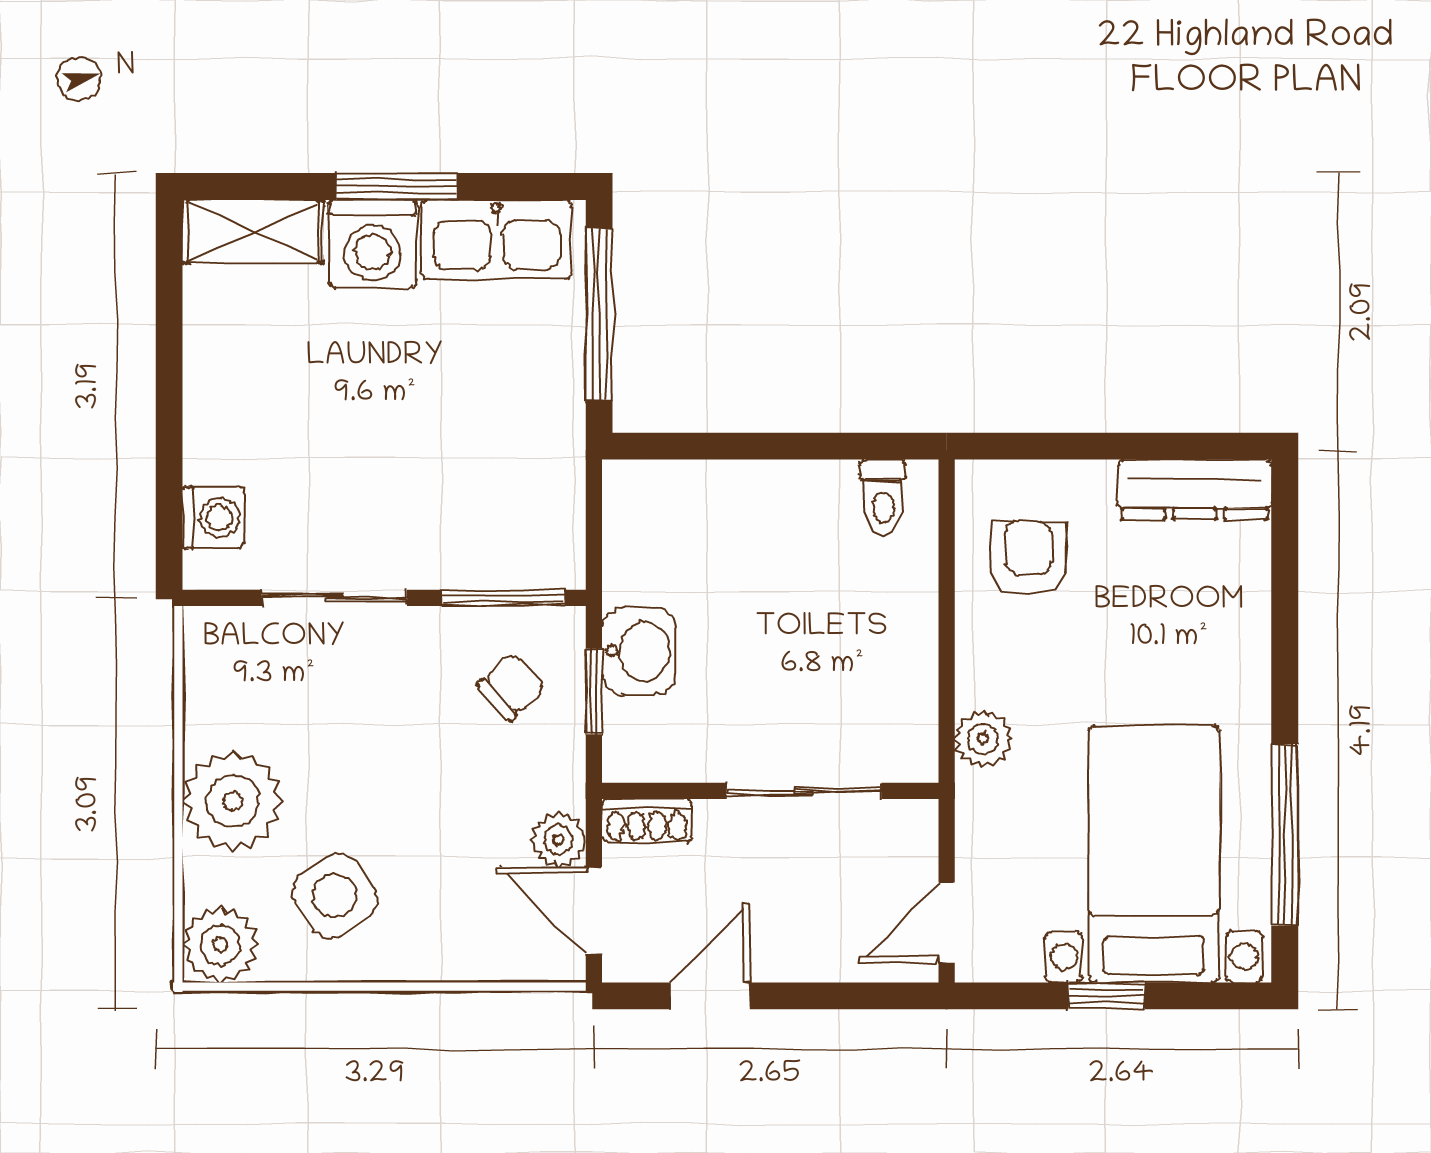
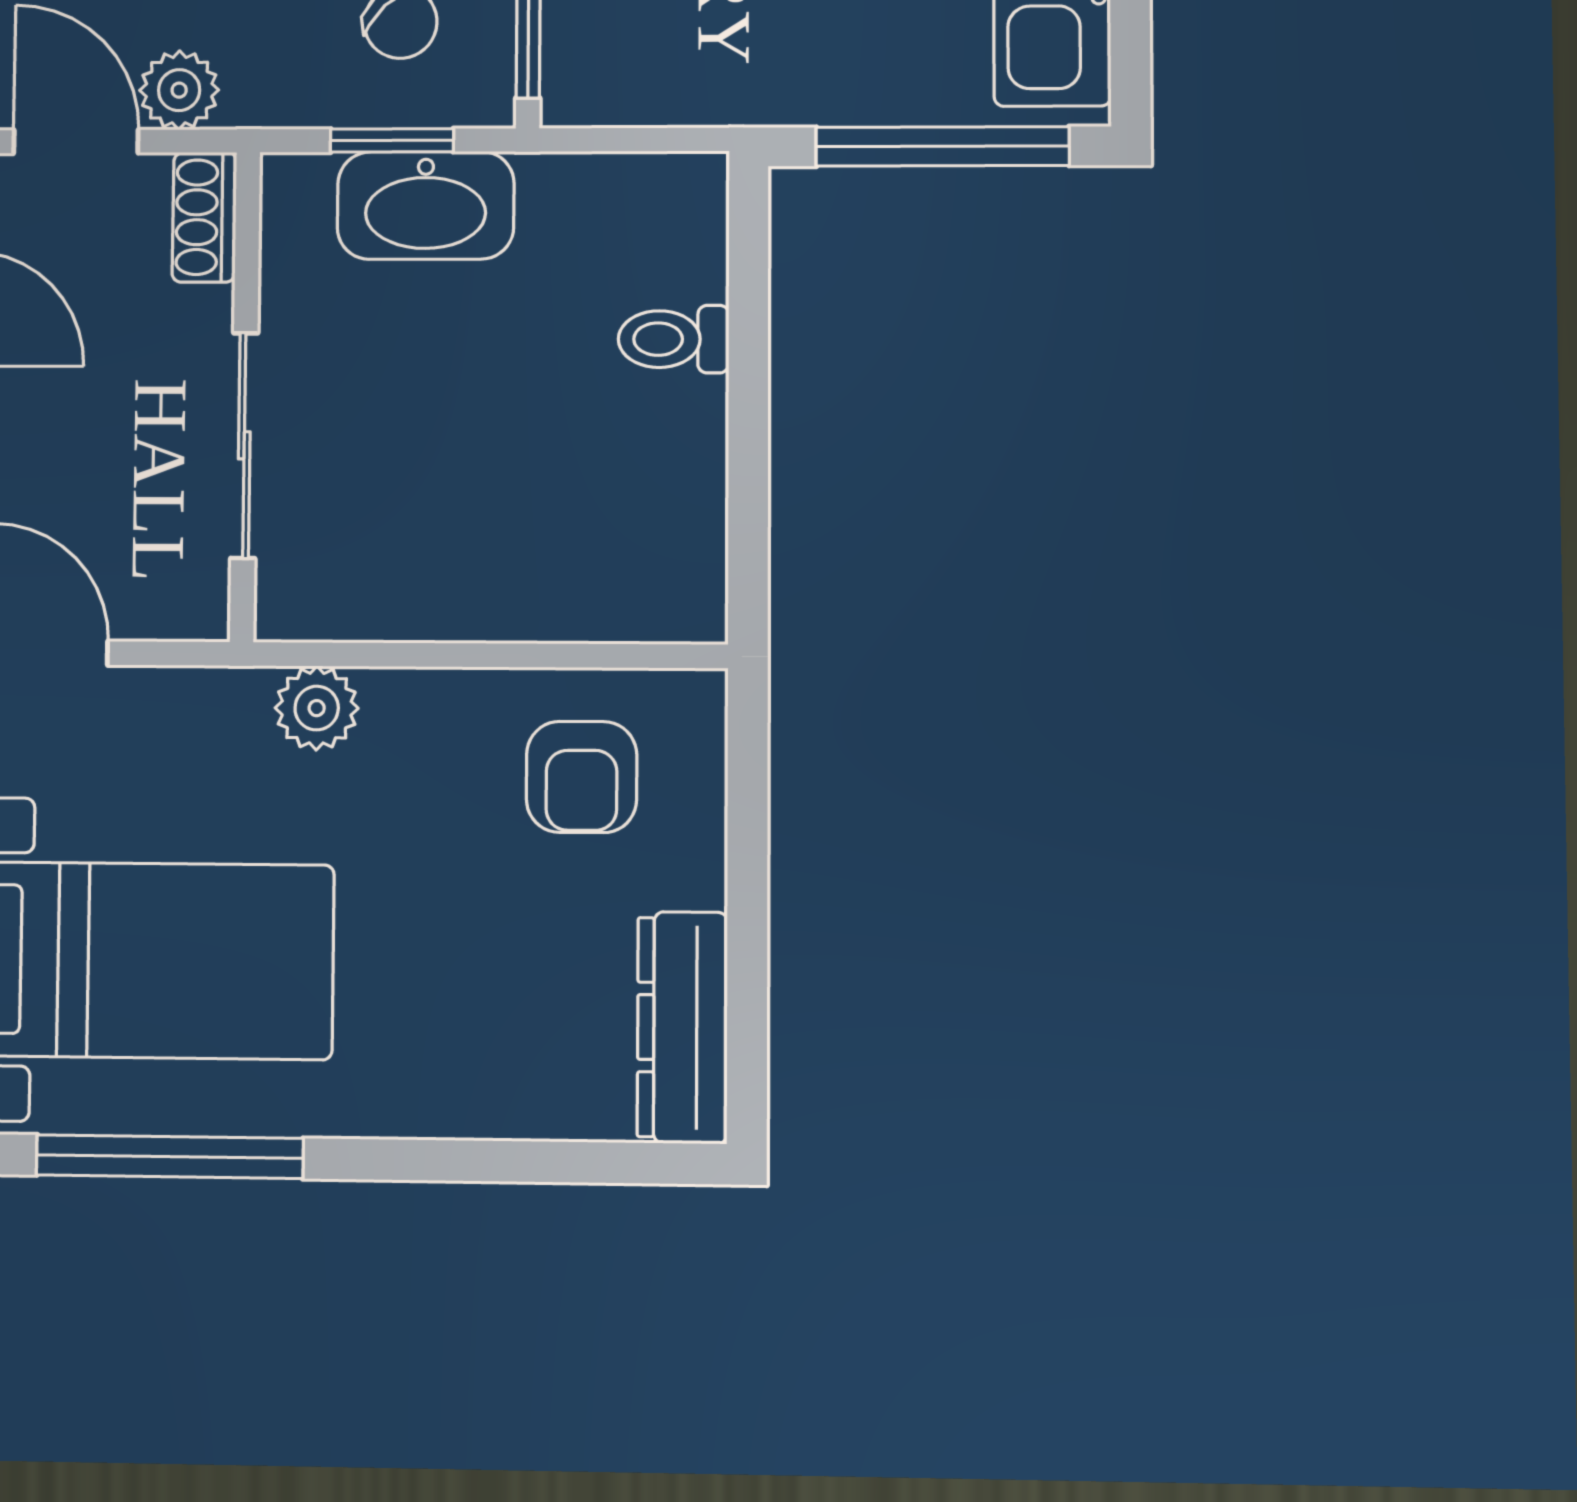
toilet: (883, 497) -> (674, 339), moved
armchair: (1028, 558) -> (582, 777), turned 90
washbasin: (639, 651) -> (426, 205), width x1.38
door: (594, 911) -> (76, 141), hinge flipped

